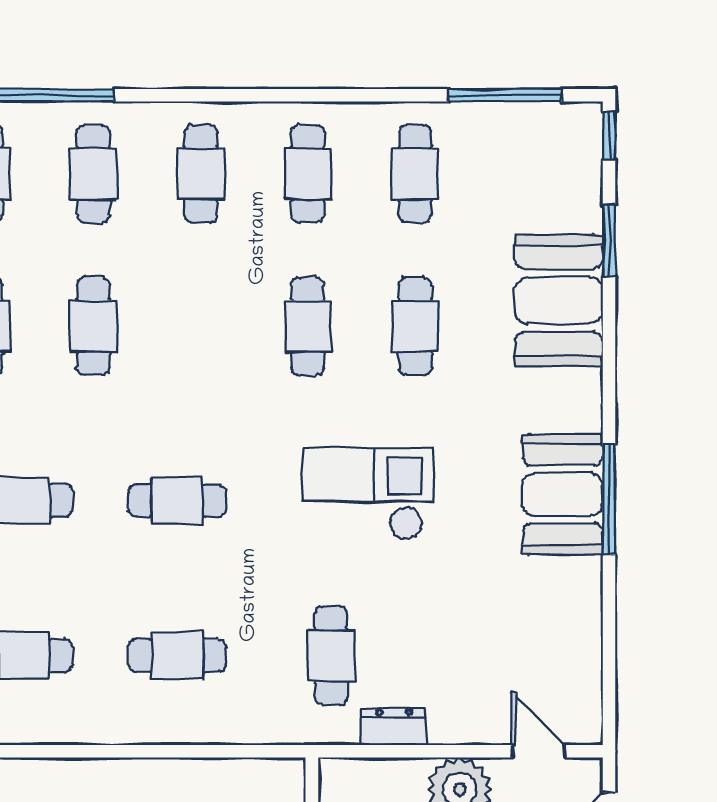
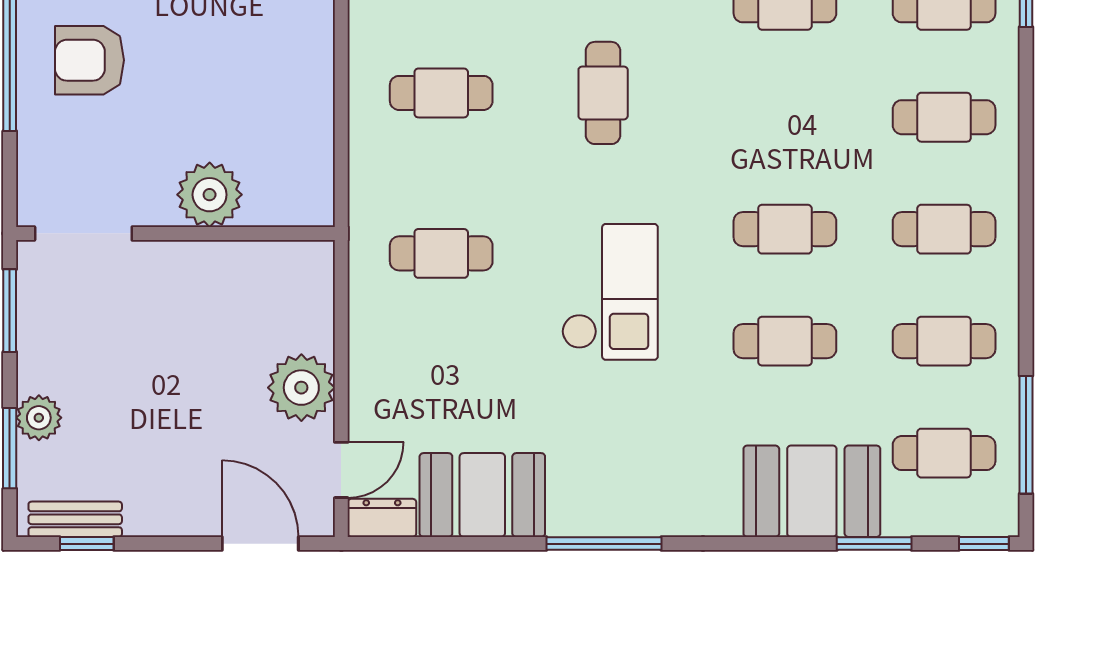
cafe table: (522, 174) -> (944, 453), added
booth: (563, 494) -> (482, 495), moved
cafe table: (177, 656) -> (441, 93), turned 90
dresser: (394, 727) -> (382, 518), moved, turned -90

